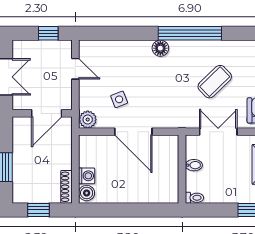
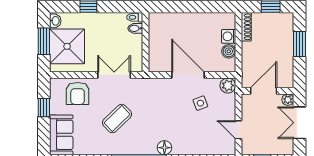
plant: (19, 103) -> (288, 100), added
double door: (218, 132) -> (114, 75), swing flipped
bidet: (194, 165) -> (135, 28), moved
boiler: (87, 193) -> (229, 51), moved

